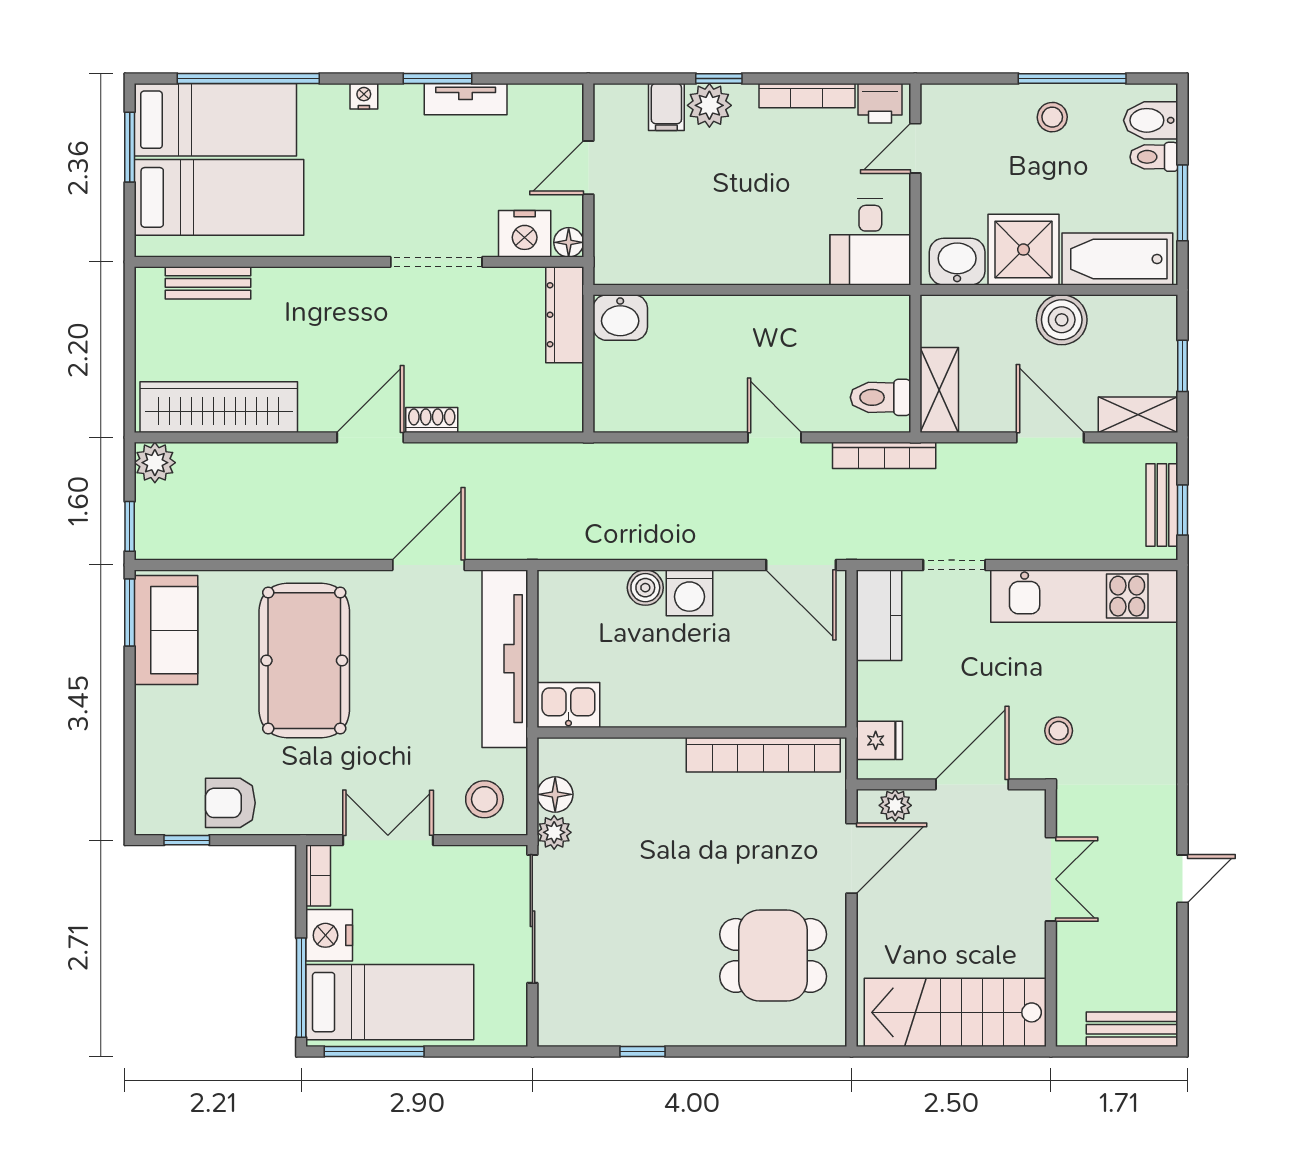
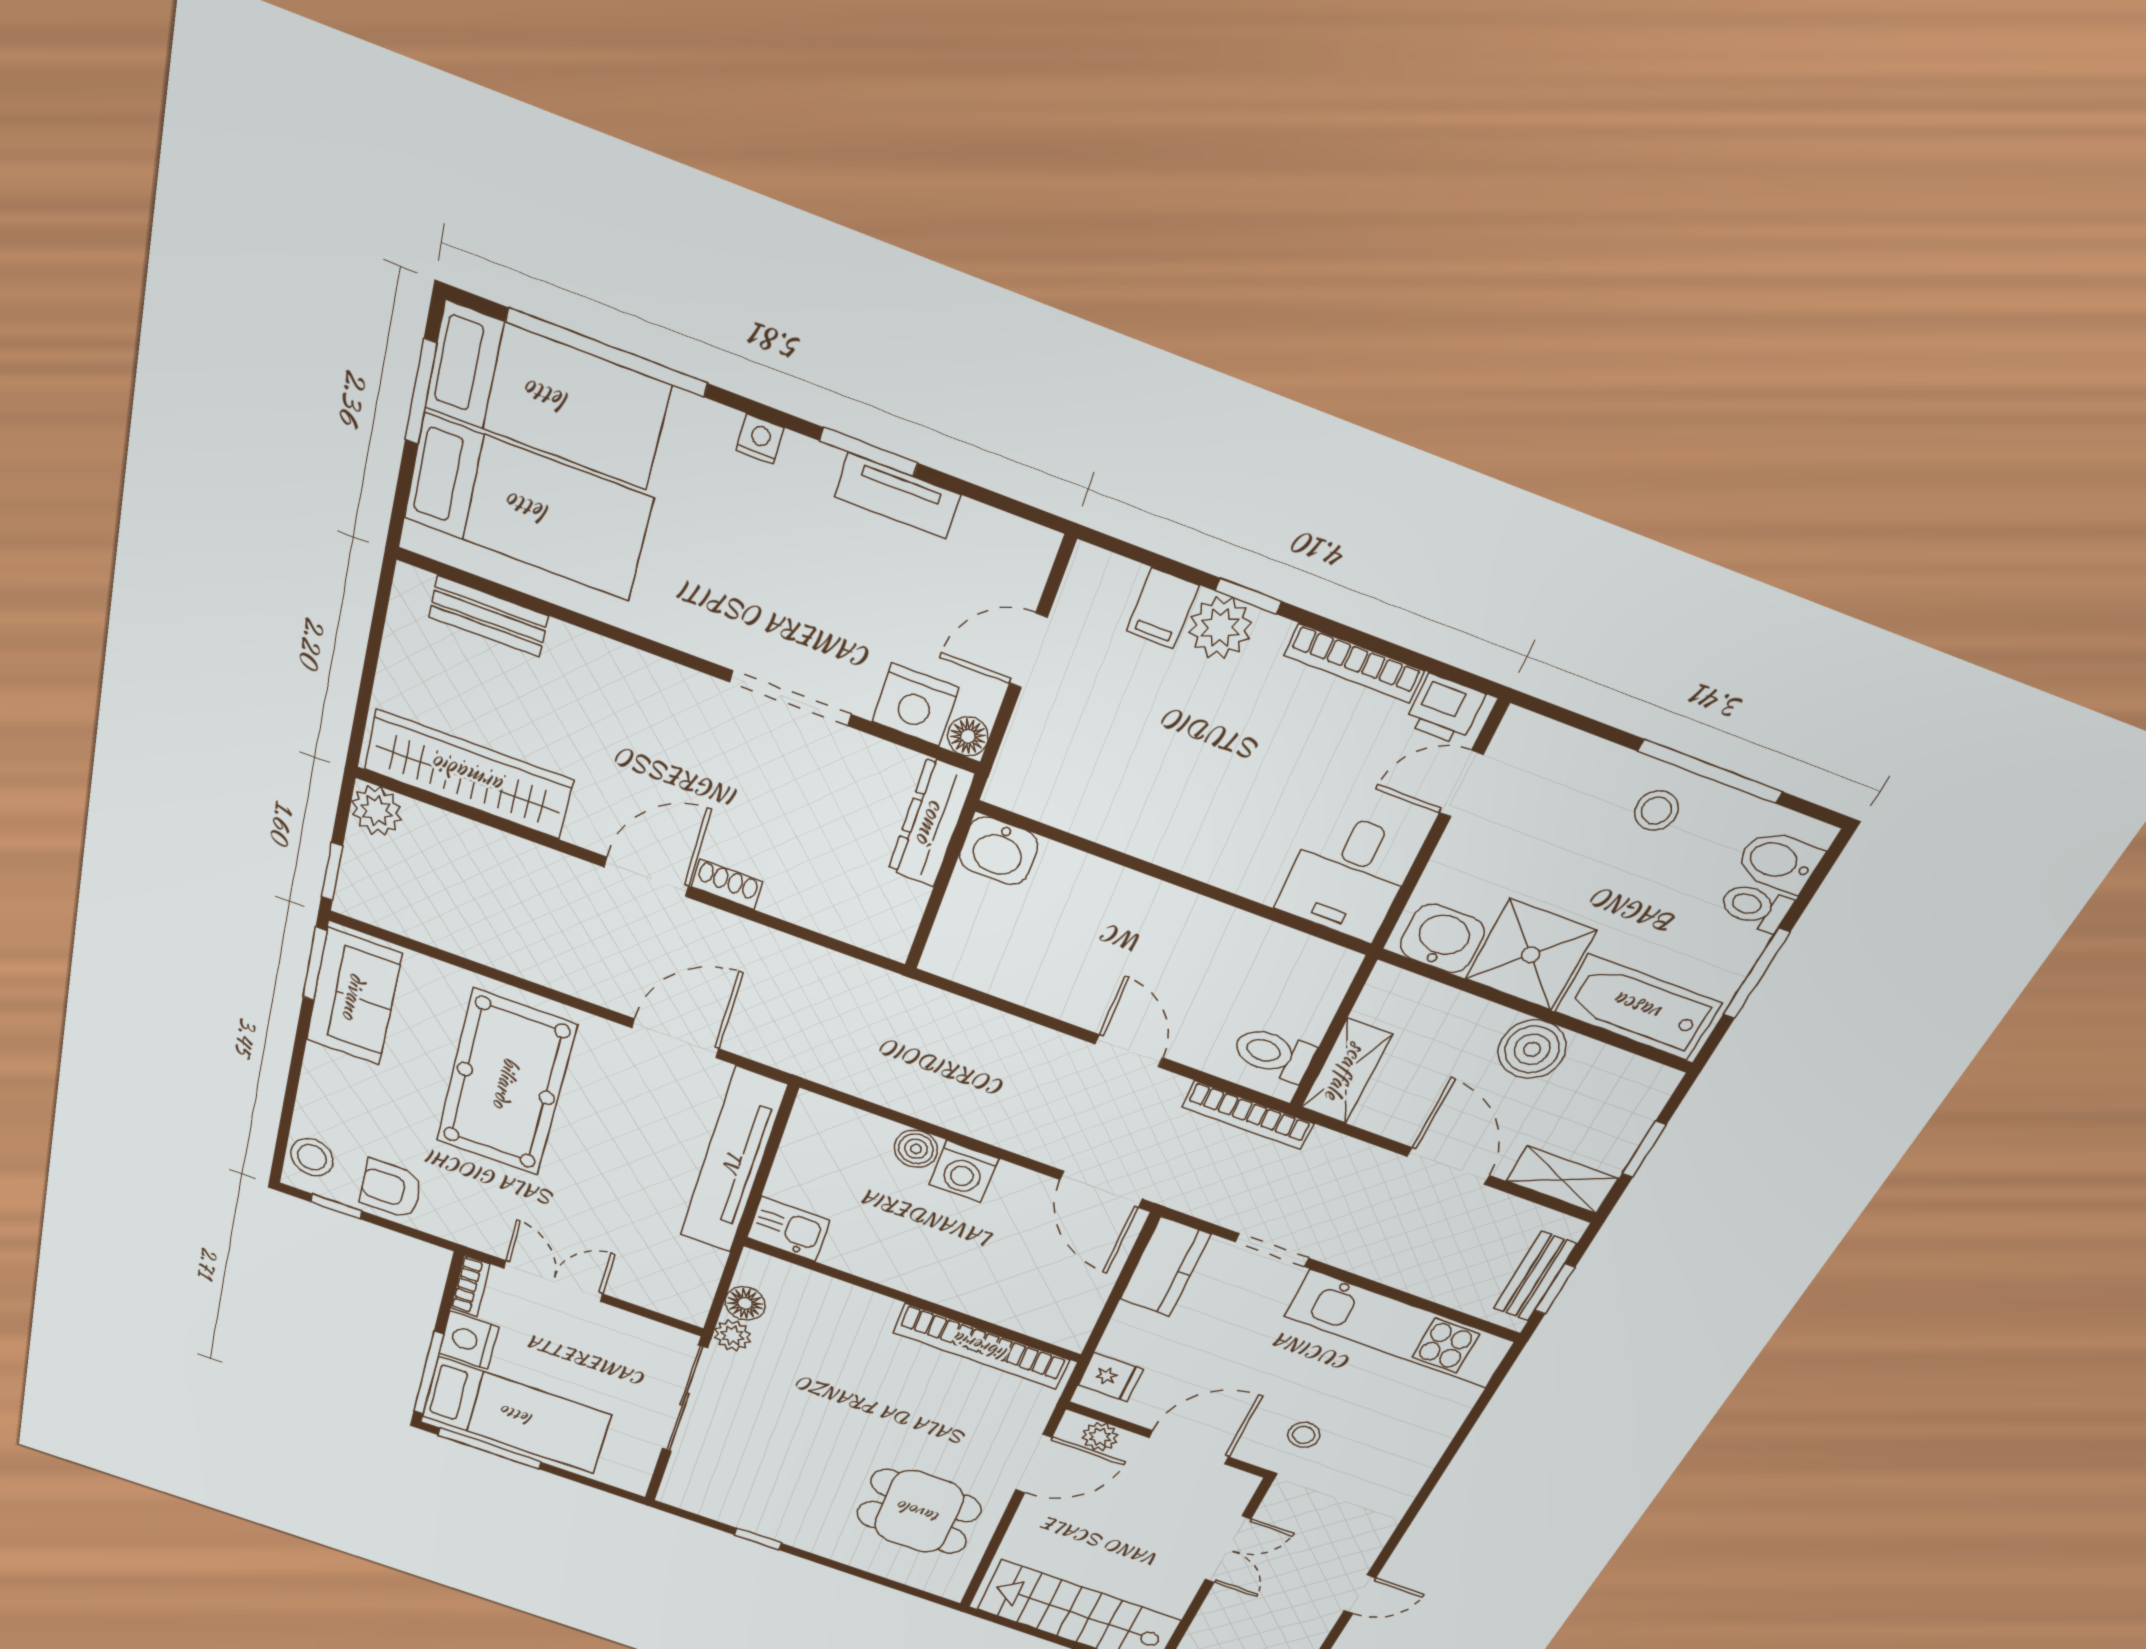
stool: (484, 799) -> (312, 1157), moved

